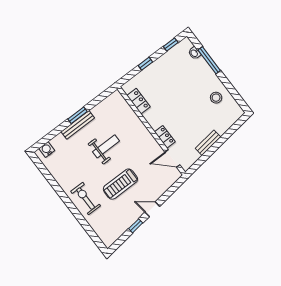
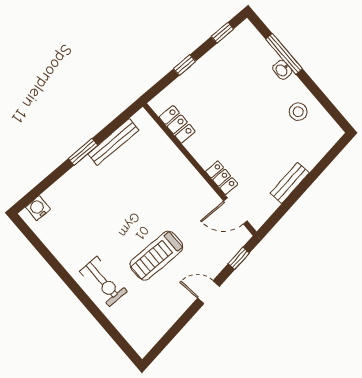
washbasin: (194, 53) -> (282, 70), moved
bench: (78, 125) -> (113, 142), moved
weight bench: (106, 146) -> (130, 198), removed
exercise bike: (86, 199) -> (103, 281), turned 180
window: (136, 226) -> (239, 258), moved

